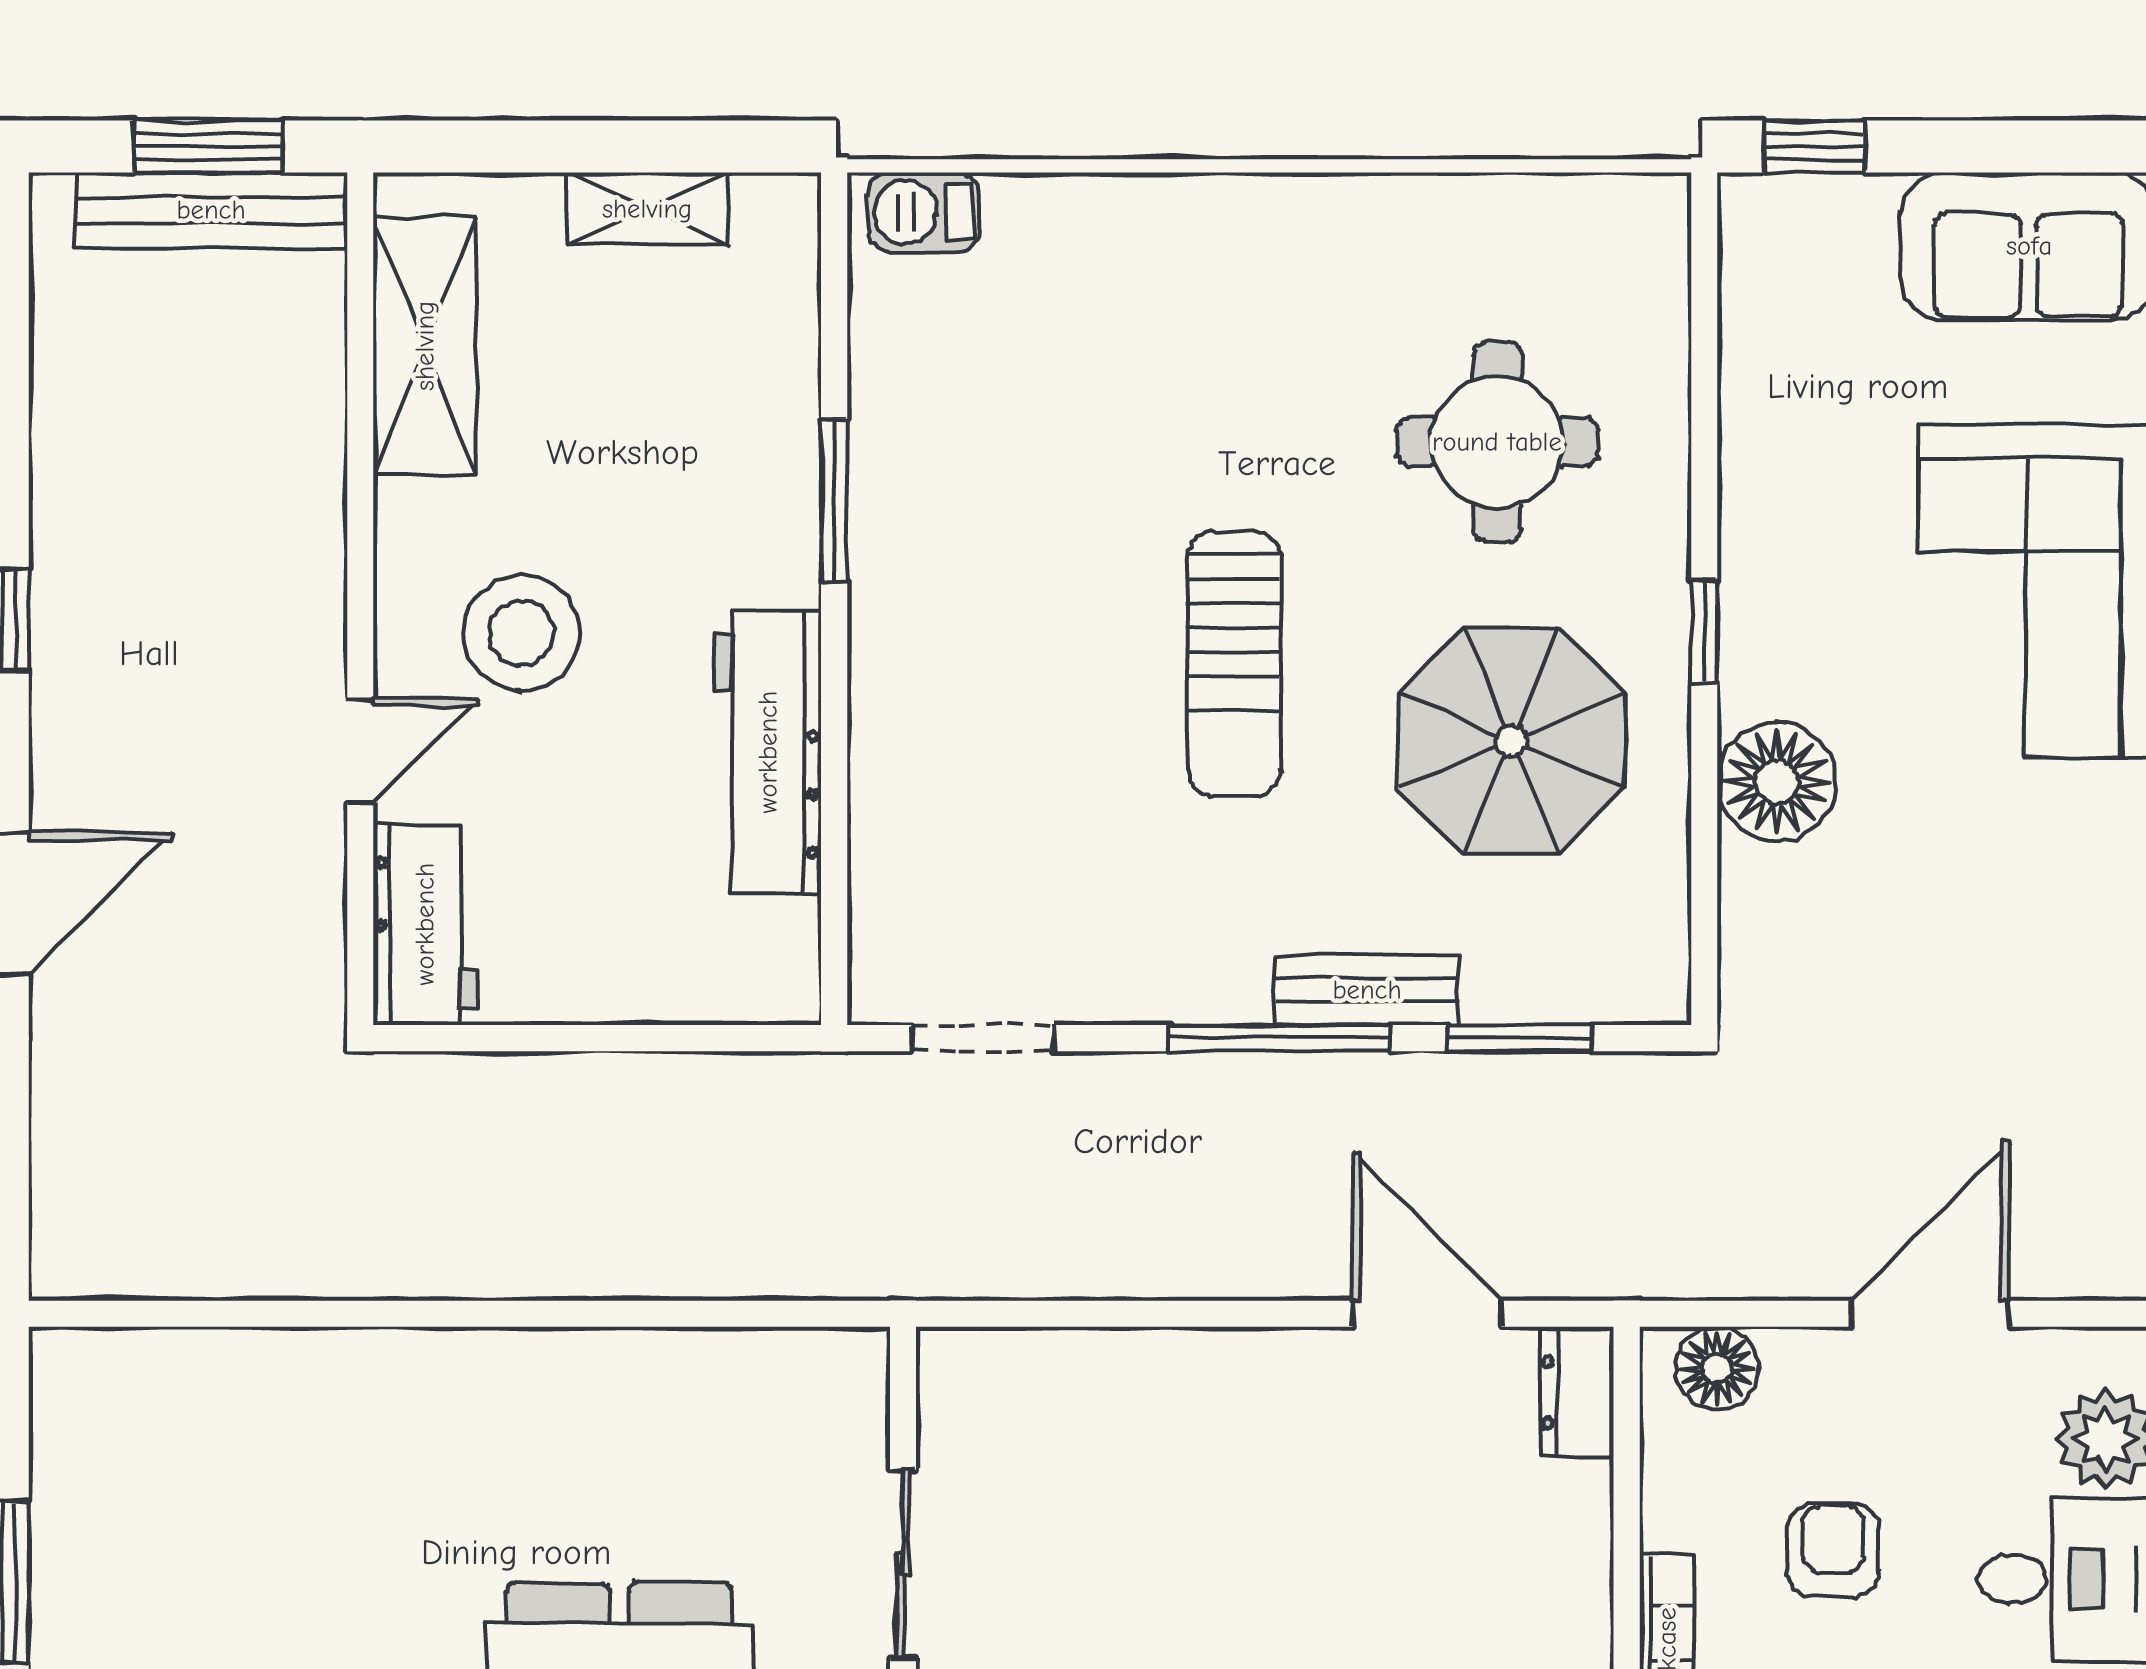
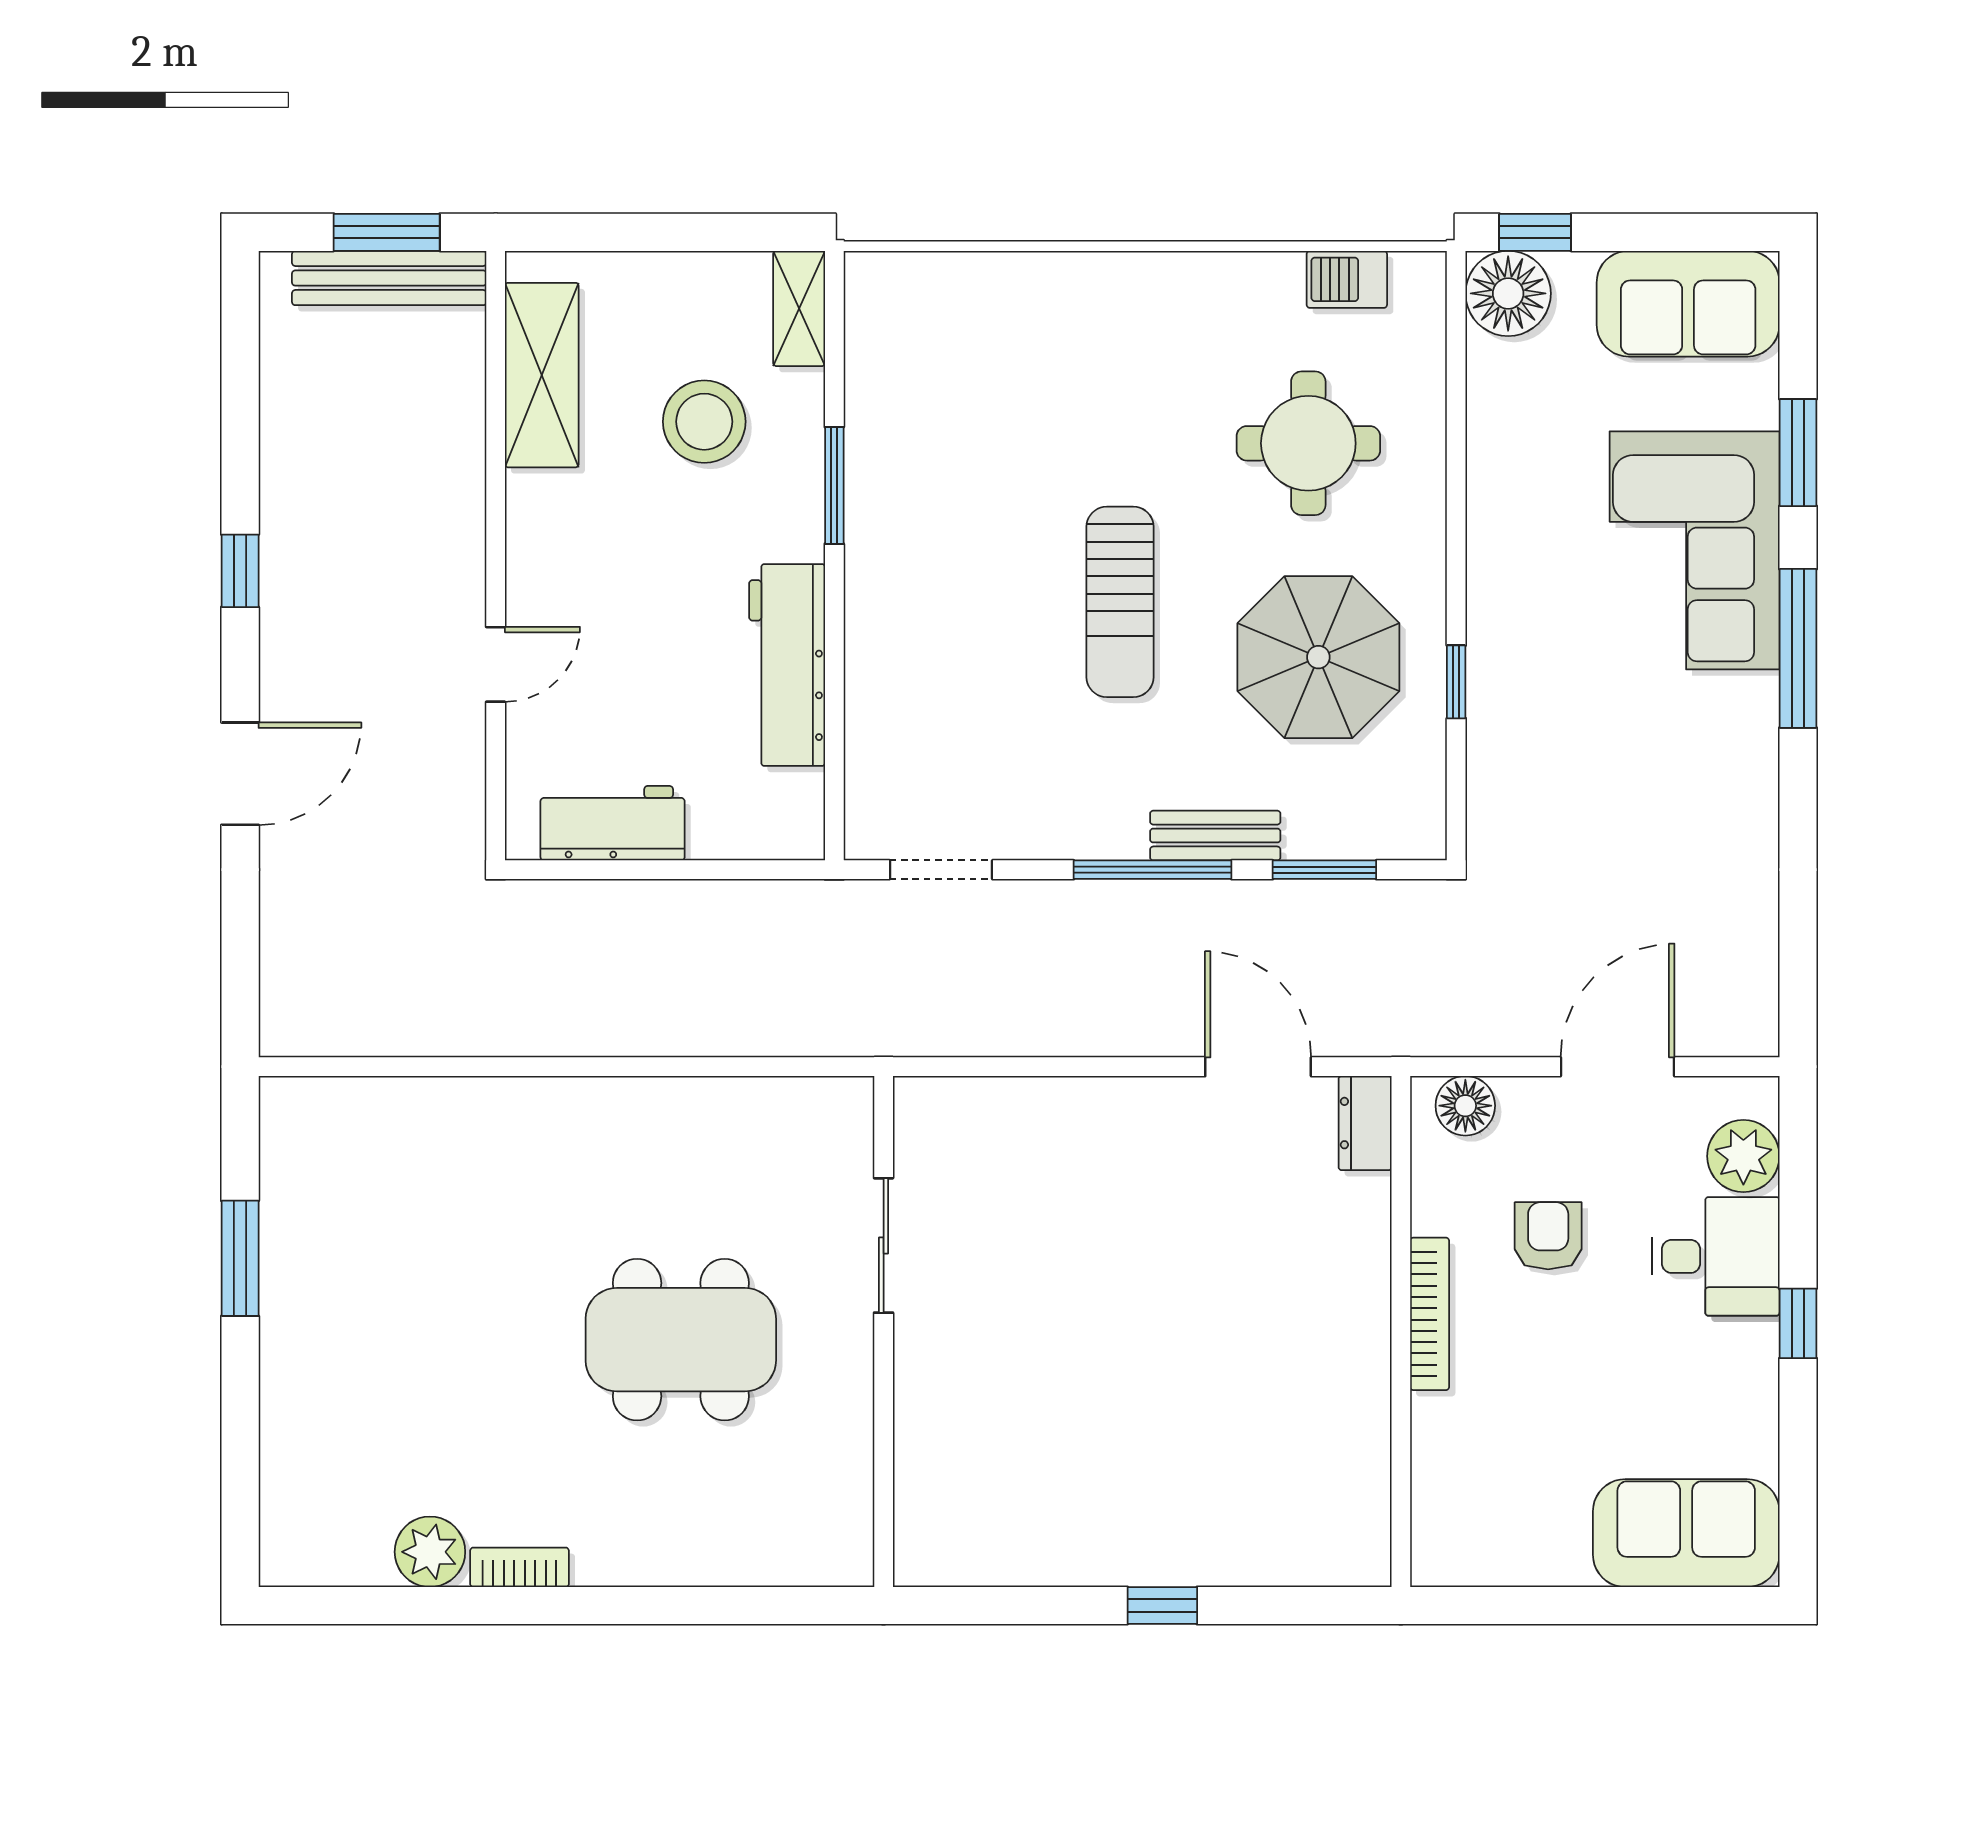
shelving: (647, 209) -> (799, 308), moved, turned 90
barbecue: (924, 212) -> (1347, 279), moved
window: (1704, 631) -> (1456, 682), moved
stool: (521, 633) -> (704, 422), moved
floor lamp: (1777, 782) -> (1508, 293), moved
workbench: (425, 924) -> (613, 823), moved, turned -90

